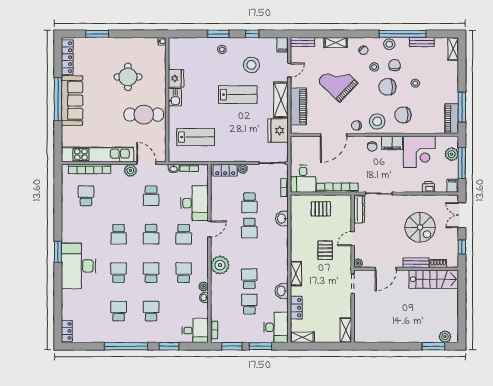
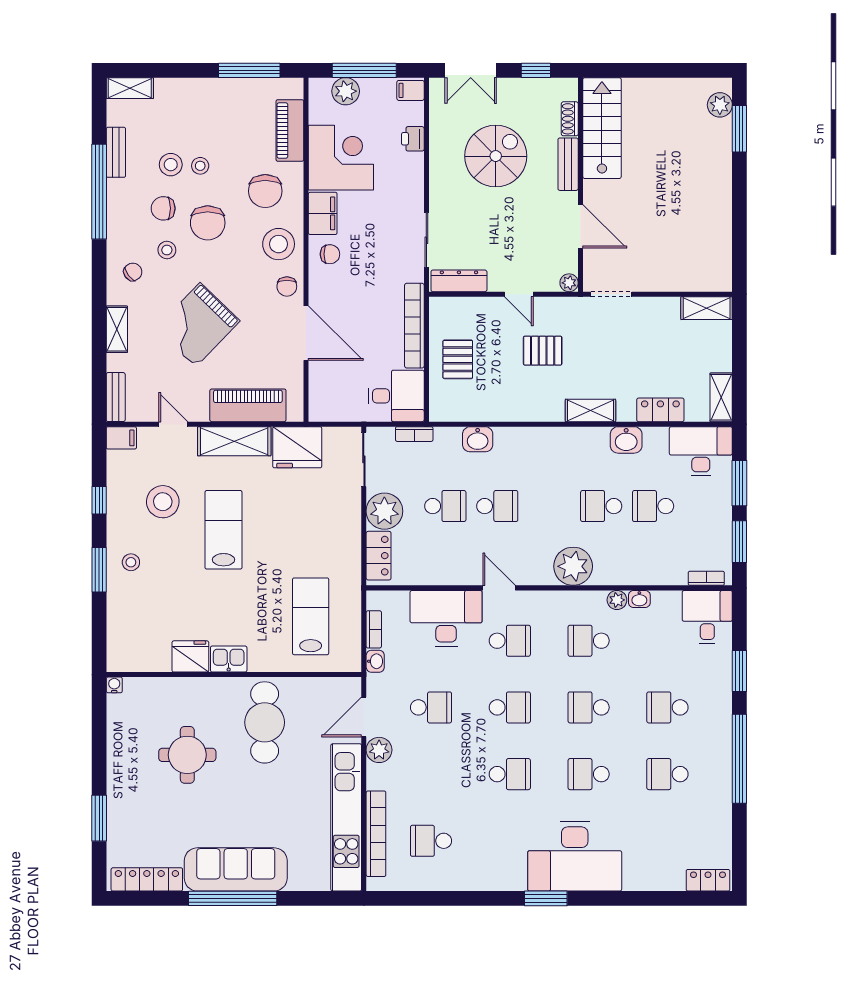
stool: (389, 44) -> (171, 165), moved
piano: (452, 119) -> (290, 130), moved, turned 90
plant: (243, 169) -> (384, 511), width x1.87, depth x1.87

